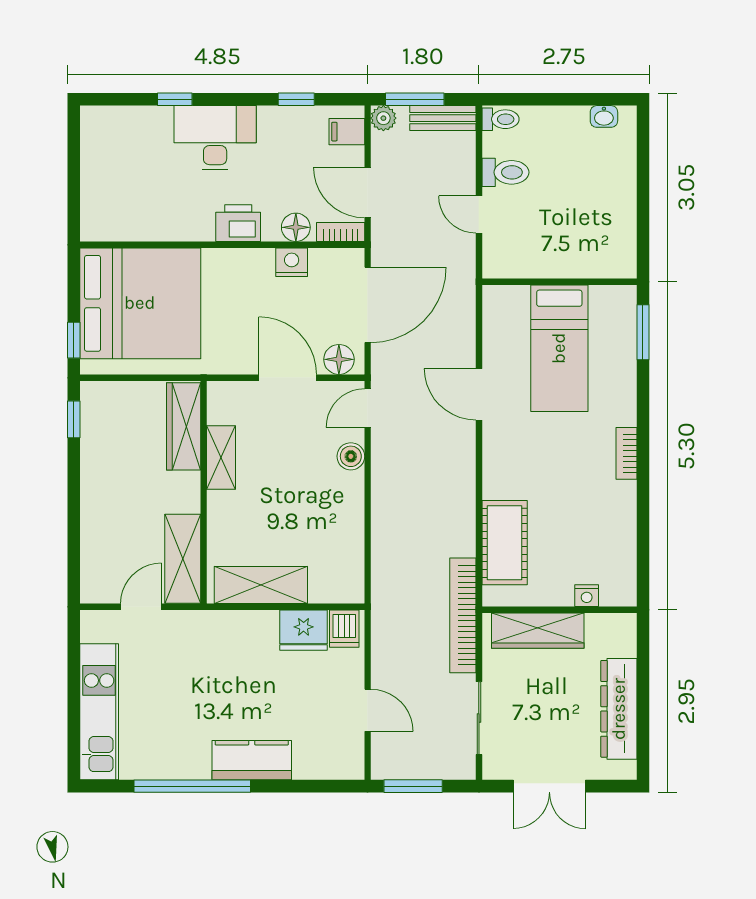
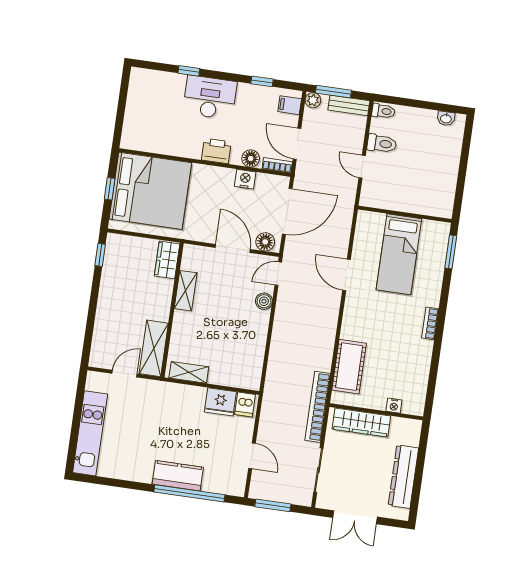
window: (74, 340) -> (110, 189), moved
wardrobe: (184, 426) -> (167, 260), width x0.67
shelving: (261, 585) -> (189, 372), width x0.67, depth x0.75
window: (192, 786) -> (189, 493), moved

